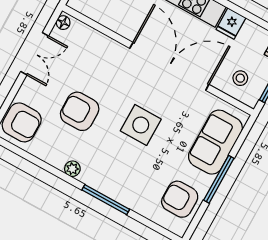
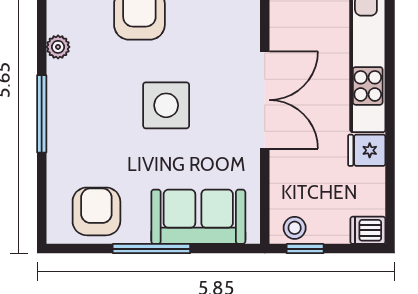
double door: (169, 66) -> (265, 100), width x0.73
stool: (240, 78) -> (295, 228), moved

